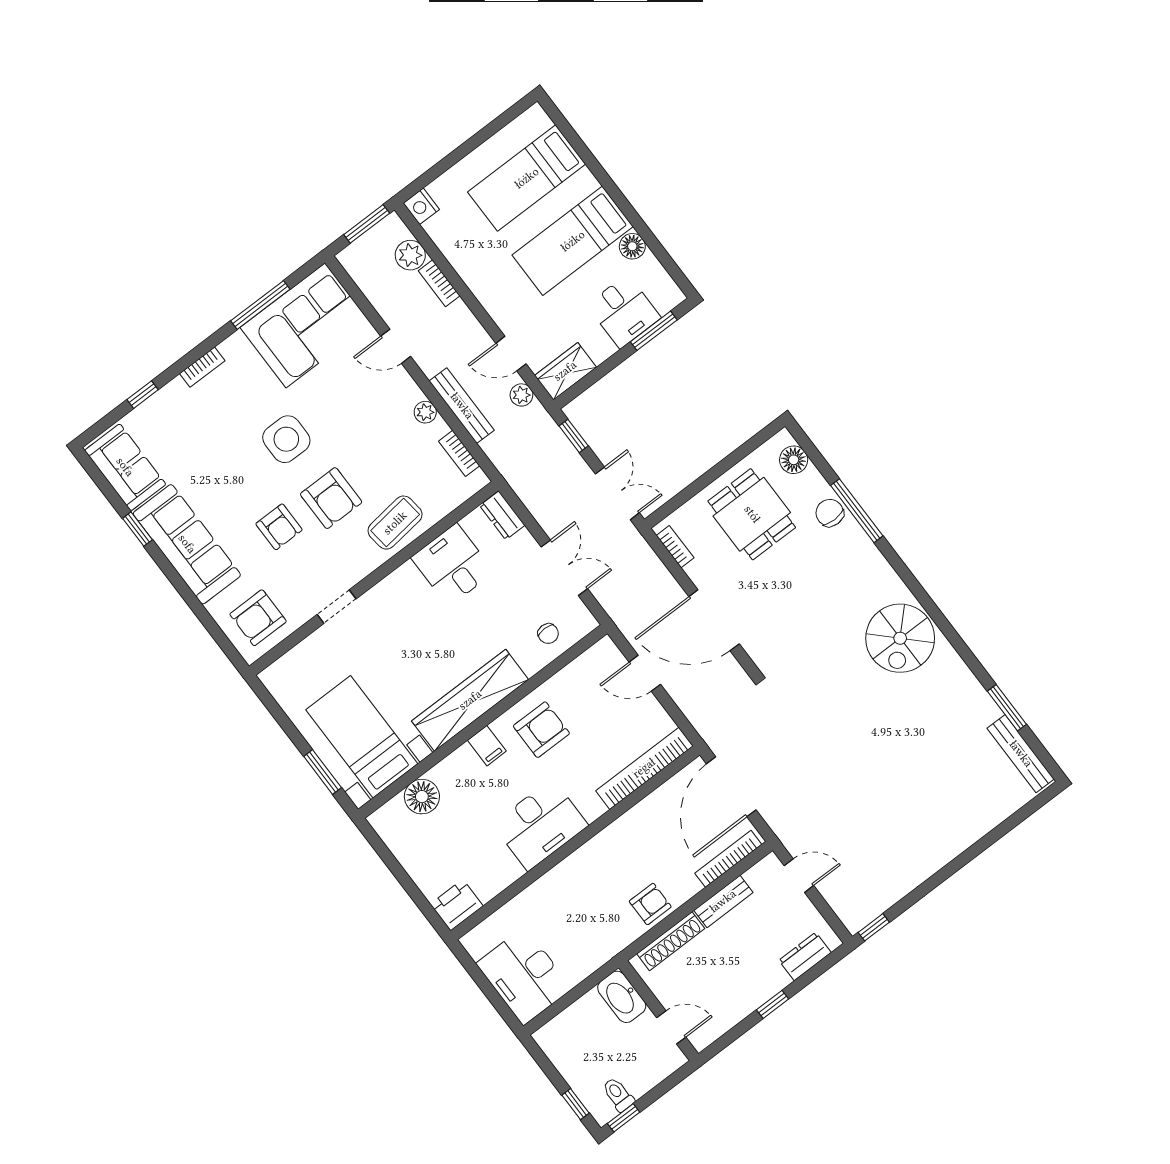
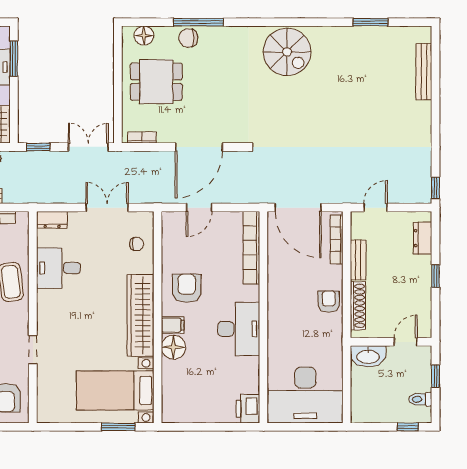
bench: (1021, 754) -> (424, 72), moved, turned 90
floor lamp: (422, 797) -> (173, 347), moved
desk: (524, 976) -> (305, 395), width x1.36, depth x1.30
window: (624, 1118) -> (436, 376), moved

